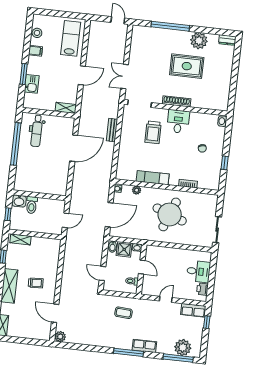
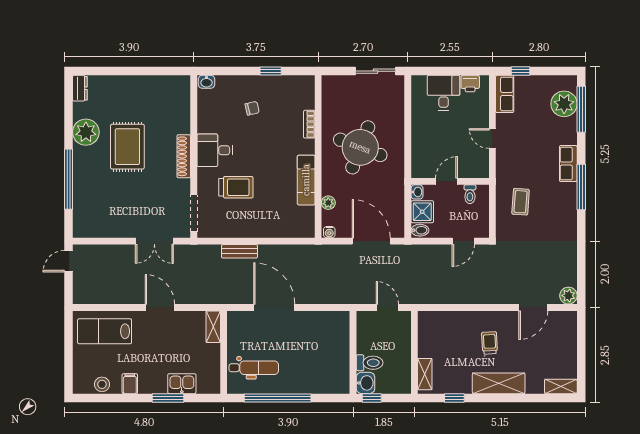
window: (8, 214) -> (372, 398), moved

